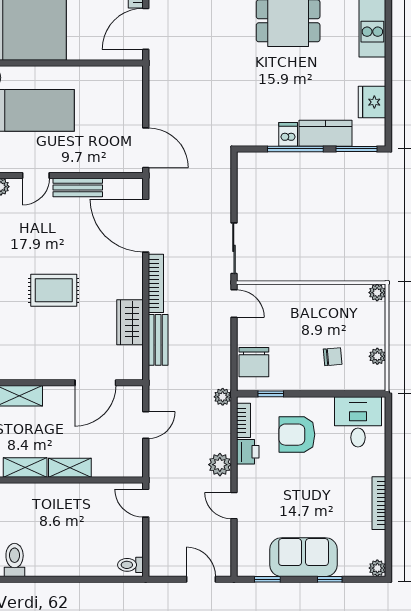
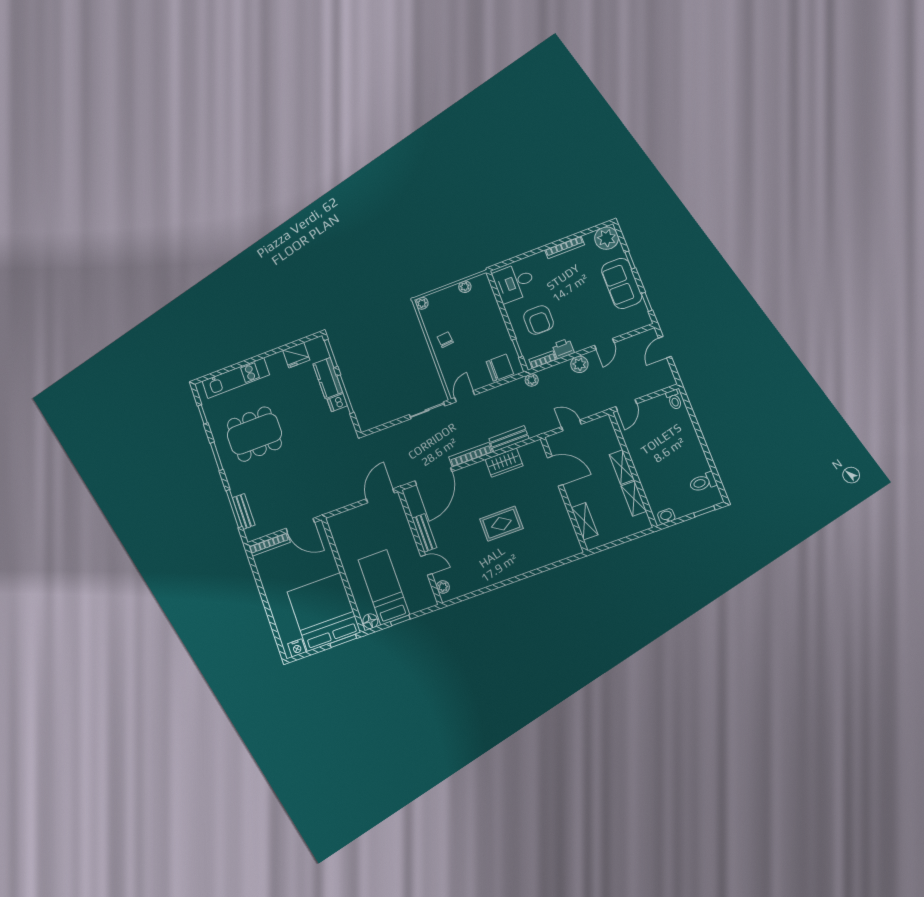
rug: (54, 290) -> (501, 524), turned 90
chair: (333, 357) -> (445, 340), moved
plant: (377, 568) -> (607, 238), width x1.88, depth x1.88

